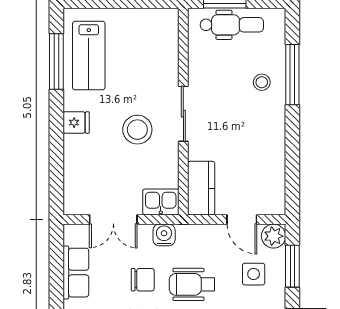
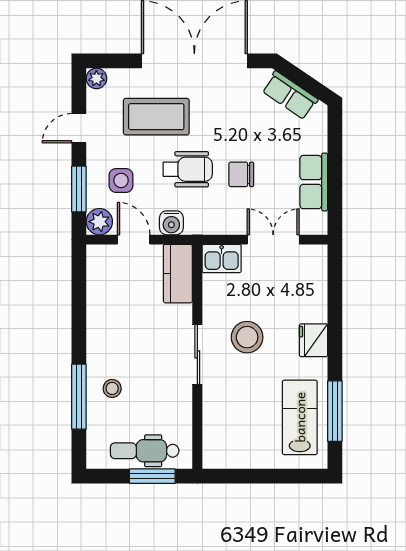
fridge: (76, 123) -> (313, 340), width x1.38
water cooler: (164, 235) -> (171, 223), moved

